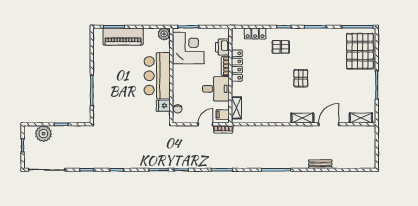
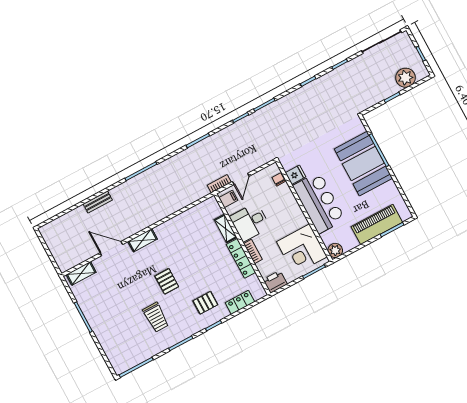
printer: (222, 47) -> (275, 282), moved, turned -90
pallet: (360, 51) -> (120, 343), removed
trolley: (323, 56) -> (156, 317), added
booth: (109, 87) -> (363, 164), added
shelving: (236, 108) -> (225, 229), moved
door: (329, 124) -> (111, 249), swing flipped

